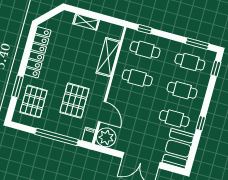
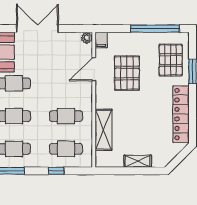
window: (145, 29) -> (56, 171), moved
door: (102, 112) -> (94, 69), hinge flipped
window: (57, 137) -> (155, 29), moved
plant: (106, 137) -> (87, 38), width x0.53, depth x0.53

